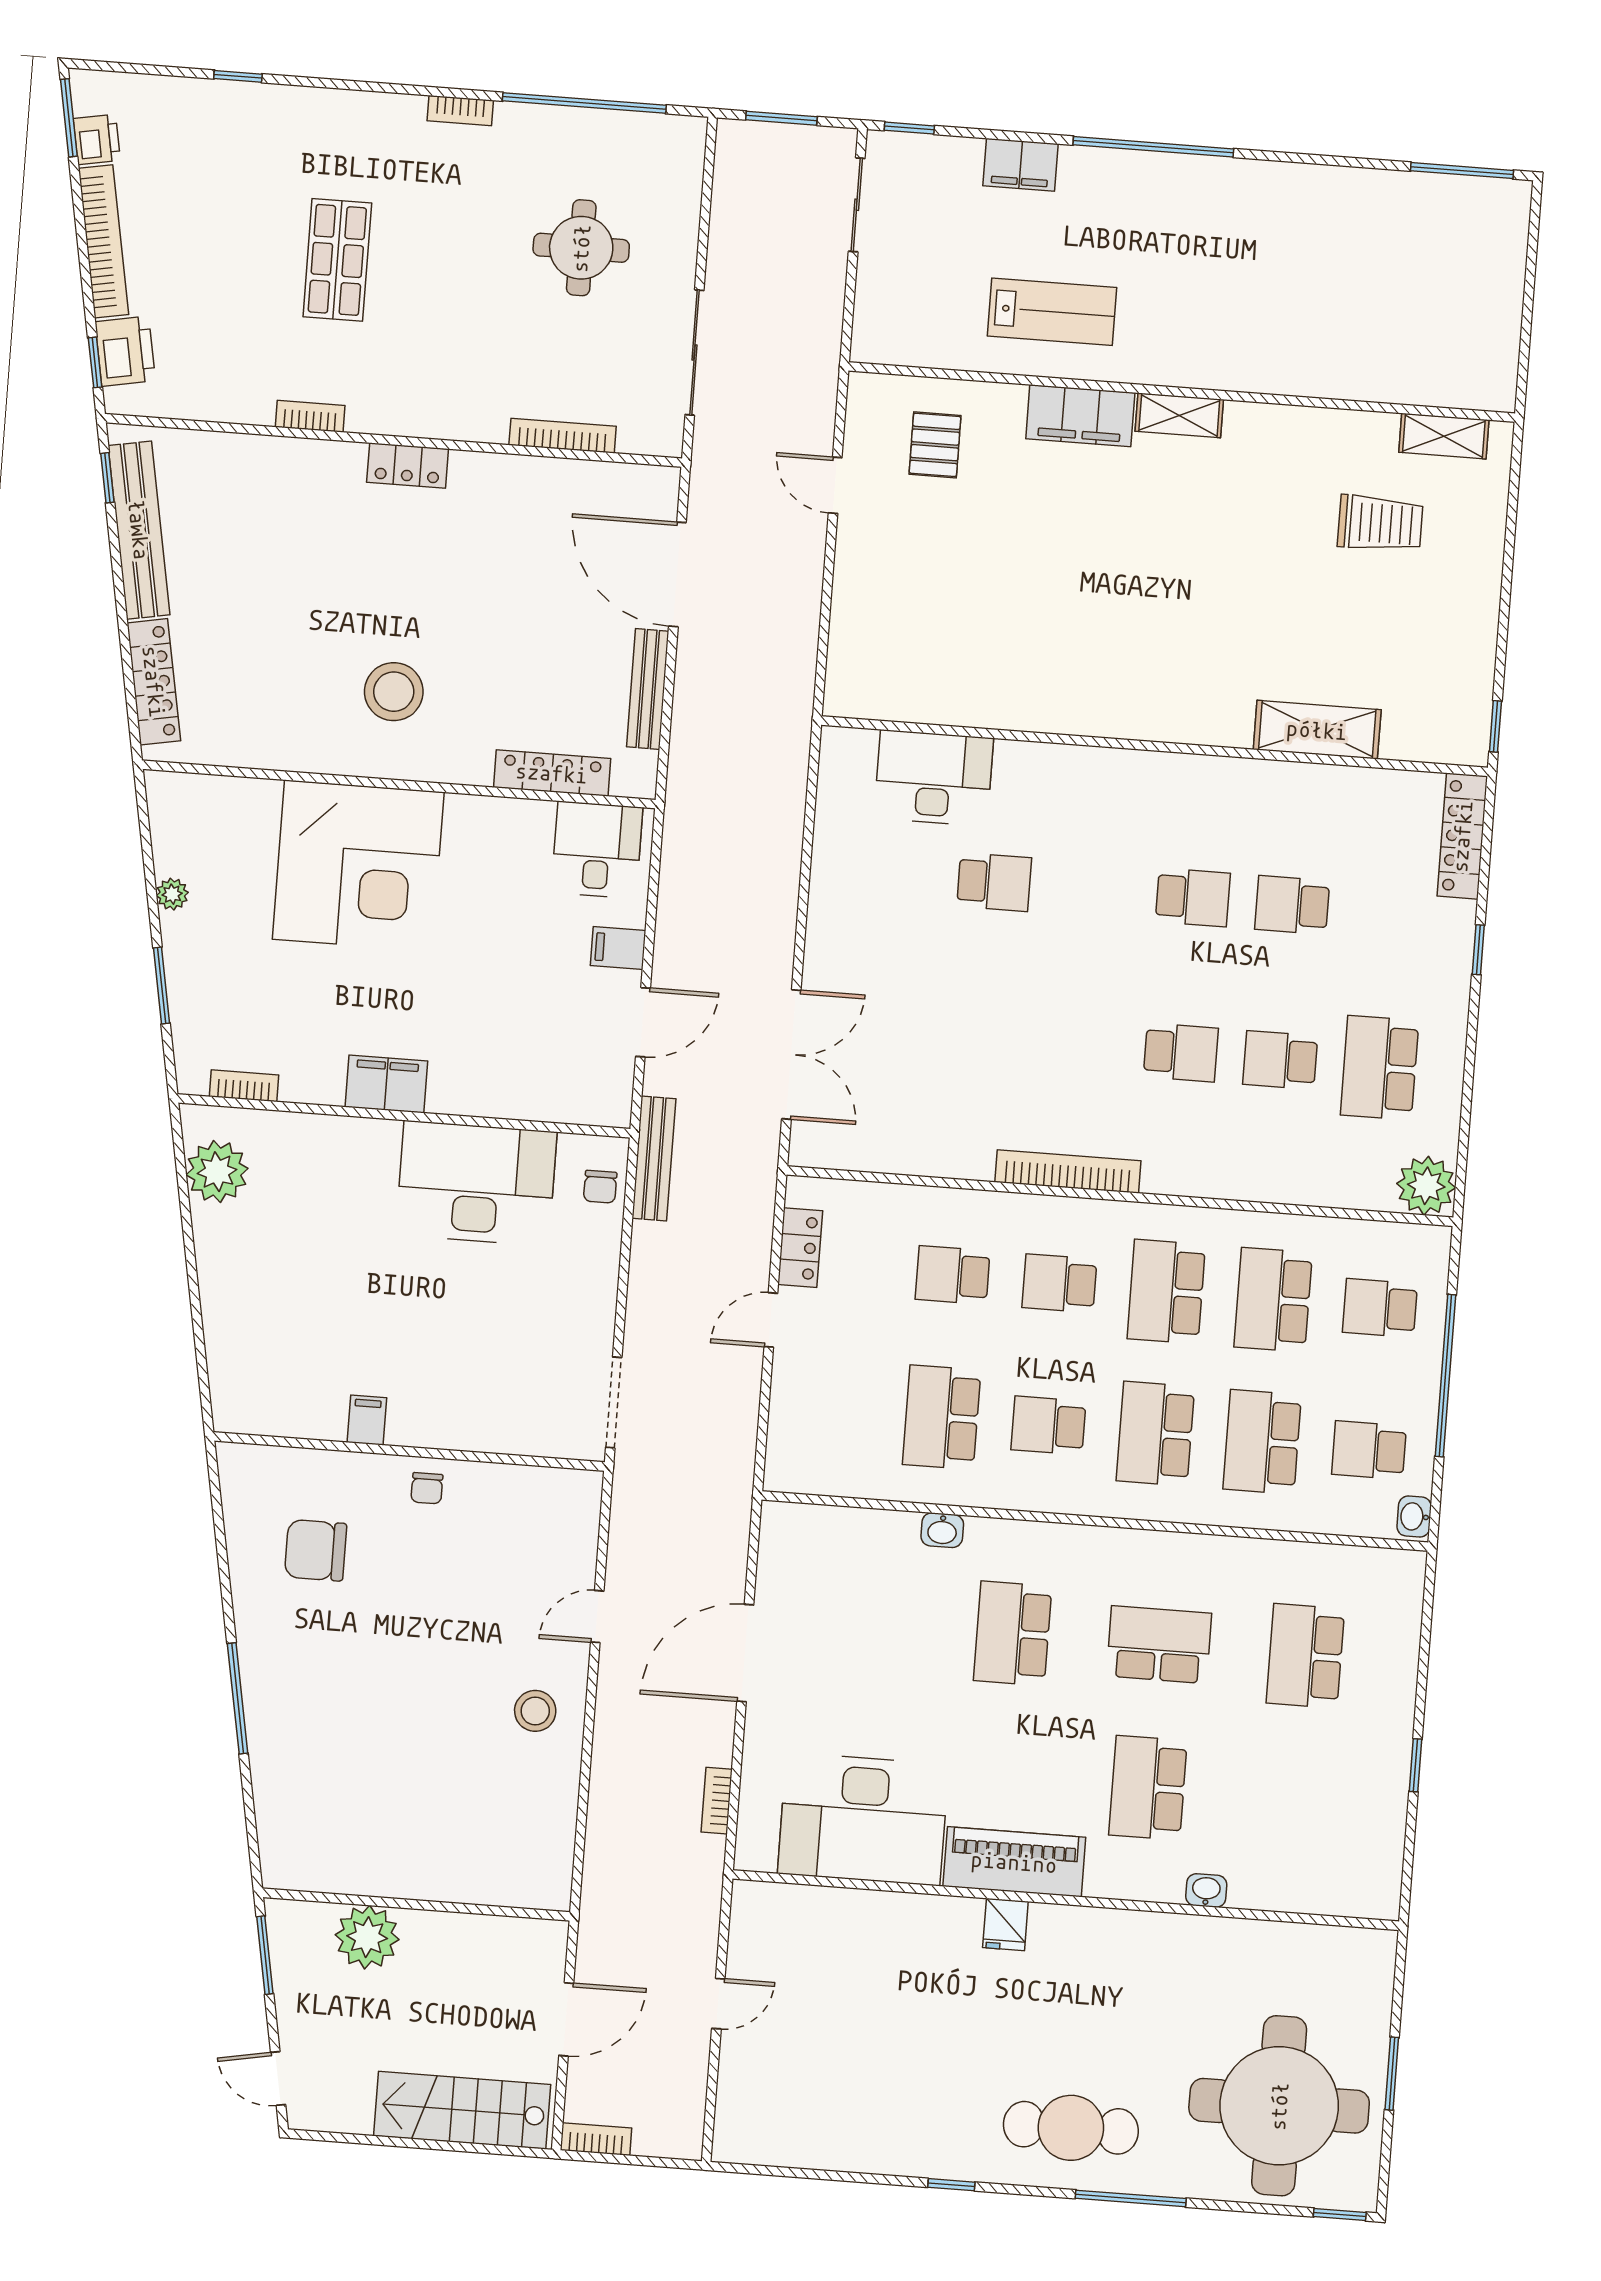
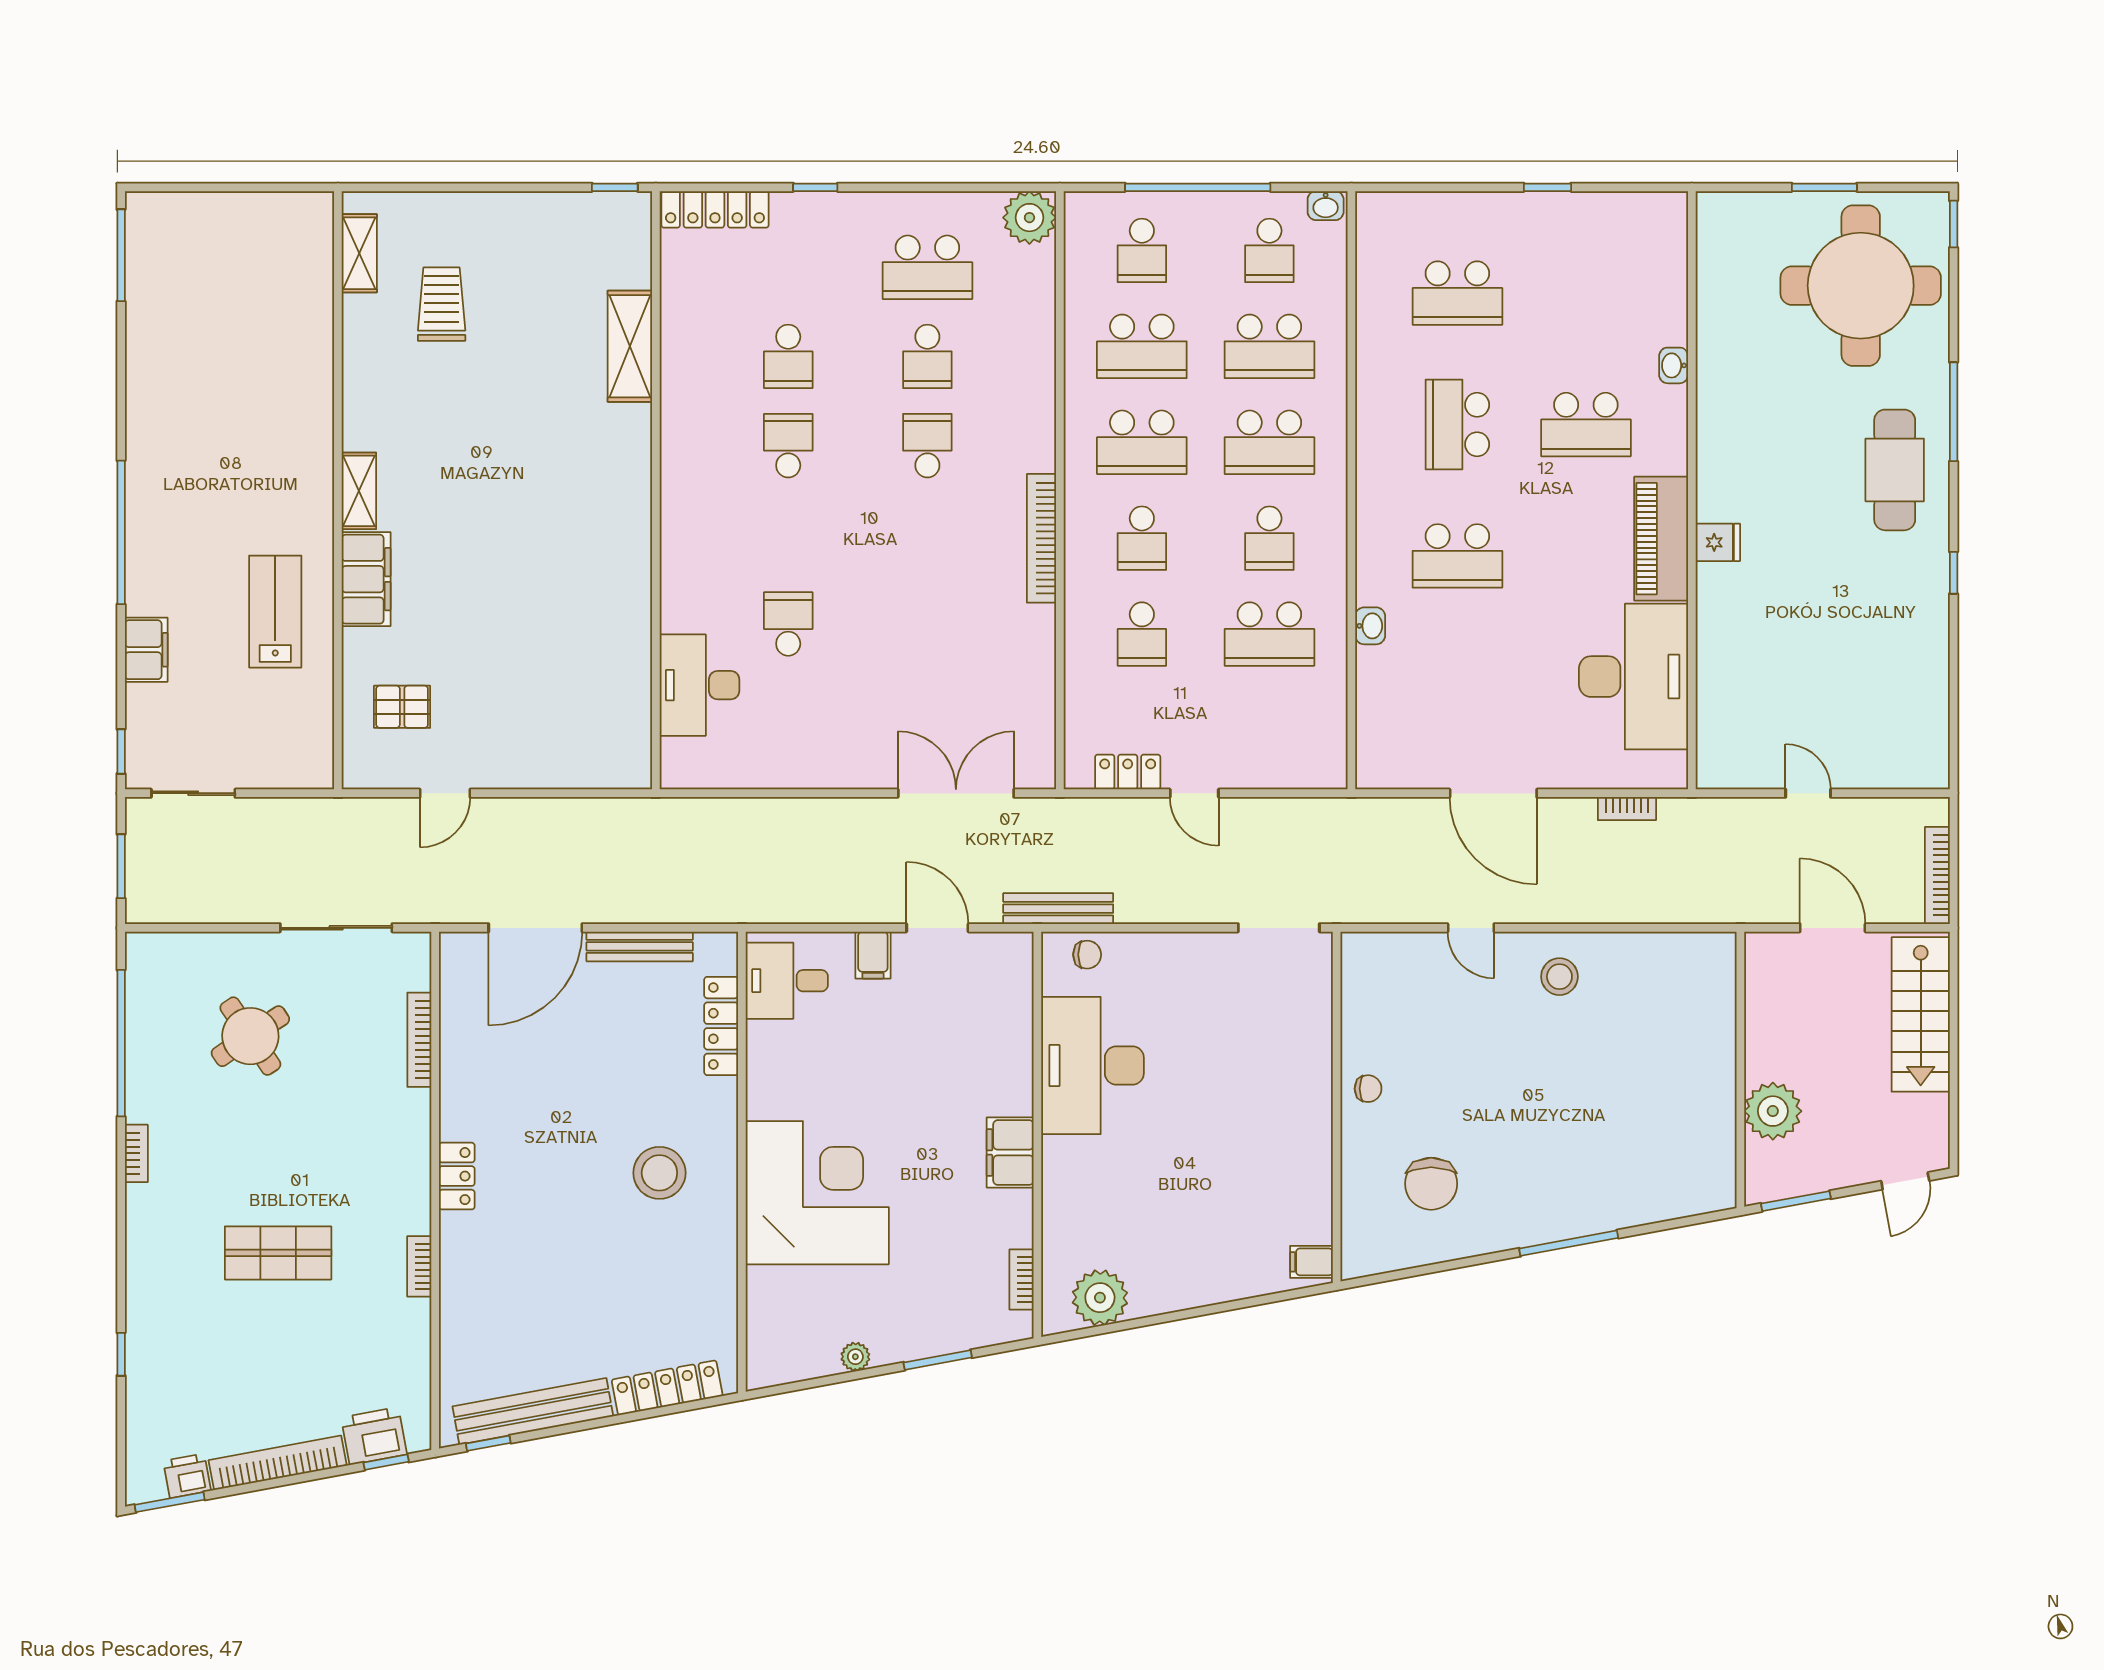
round table: (581, 248) -> (250, 1036), turned -34
filing cabinet: (367, 1420) -> (1311, 1262), moved
bookcase: (596, 2139) -> (1937, 875), width x1.56

